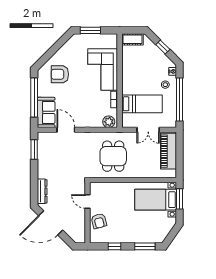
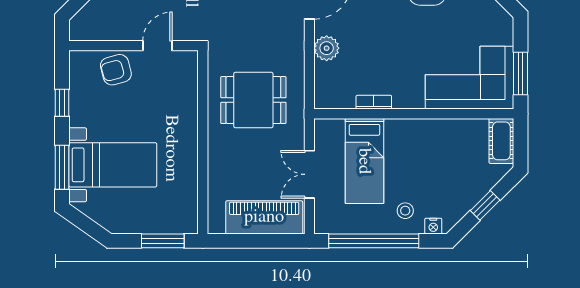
window: (90, 30) -> (520, 74), moved
corner sofa: (103, 69) -> (469, 78), moved
plant: (109, 122) -> (327, 48), moved
bed with nightstands: (156, 200) -> (113, 165), moved, turned 90

